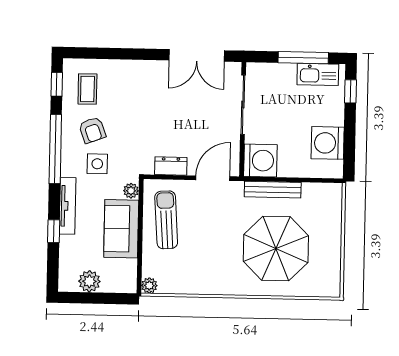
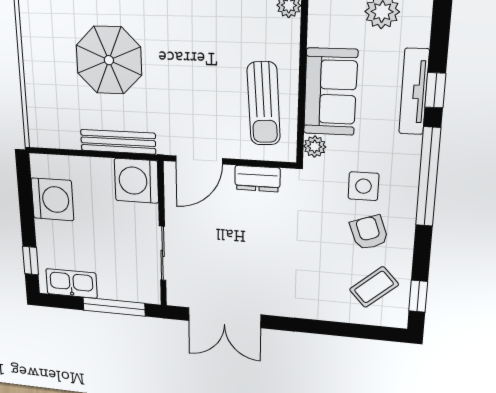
double door: (197, 55) -> (224, 318), swing flipped
window: (303, 58) -> (114, 307), moved
coffee table: (87, 89) -> (374, 287), turned 48
sliding door: (243, 105) -> (163, 253), width x0.73
window: (55, 149) -> (428, 177), moved
tv unit: (68, 206) -> (414, 92), moved
parasol: (276, 248) -> (109, 60), width x0.73, depth x0.73

